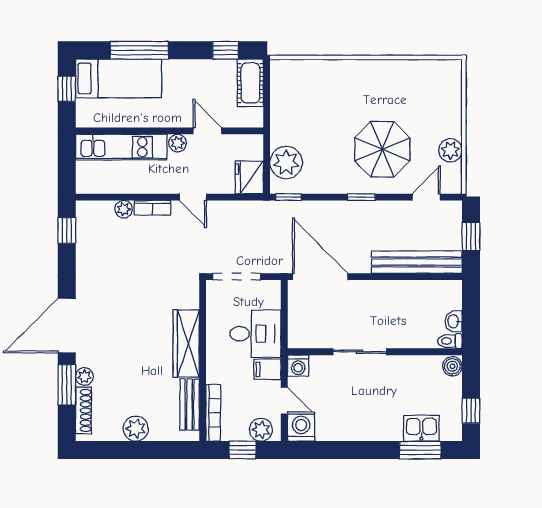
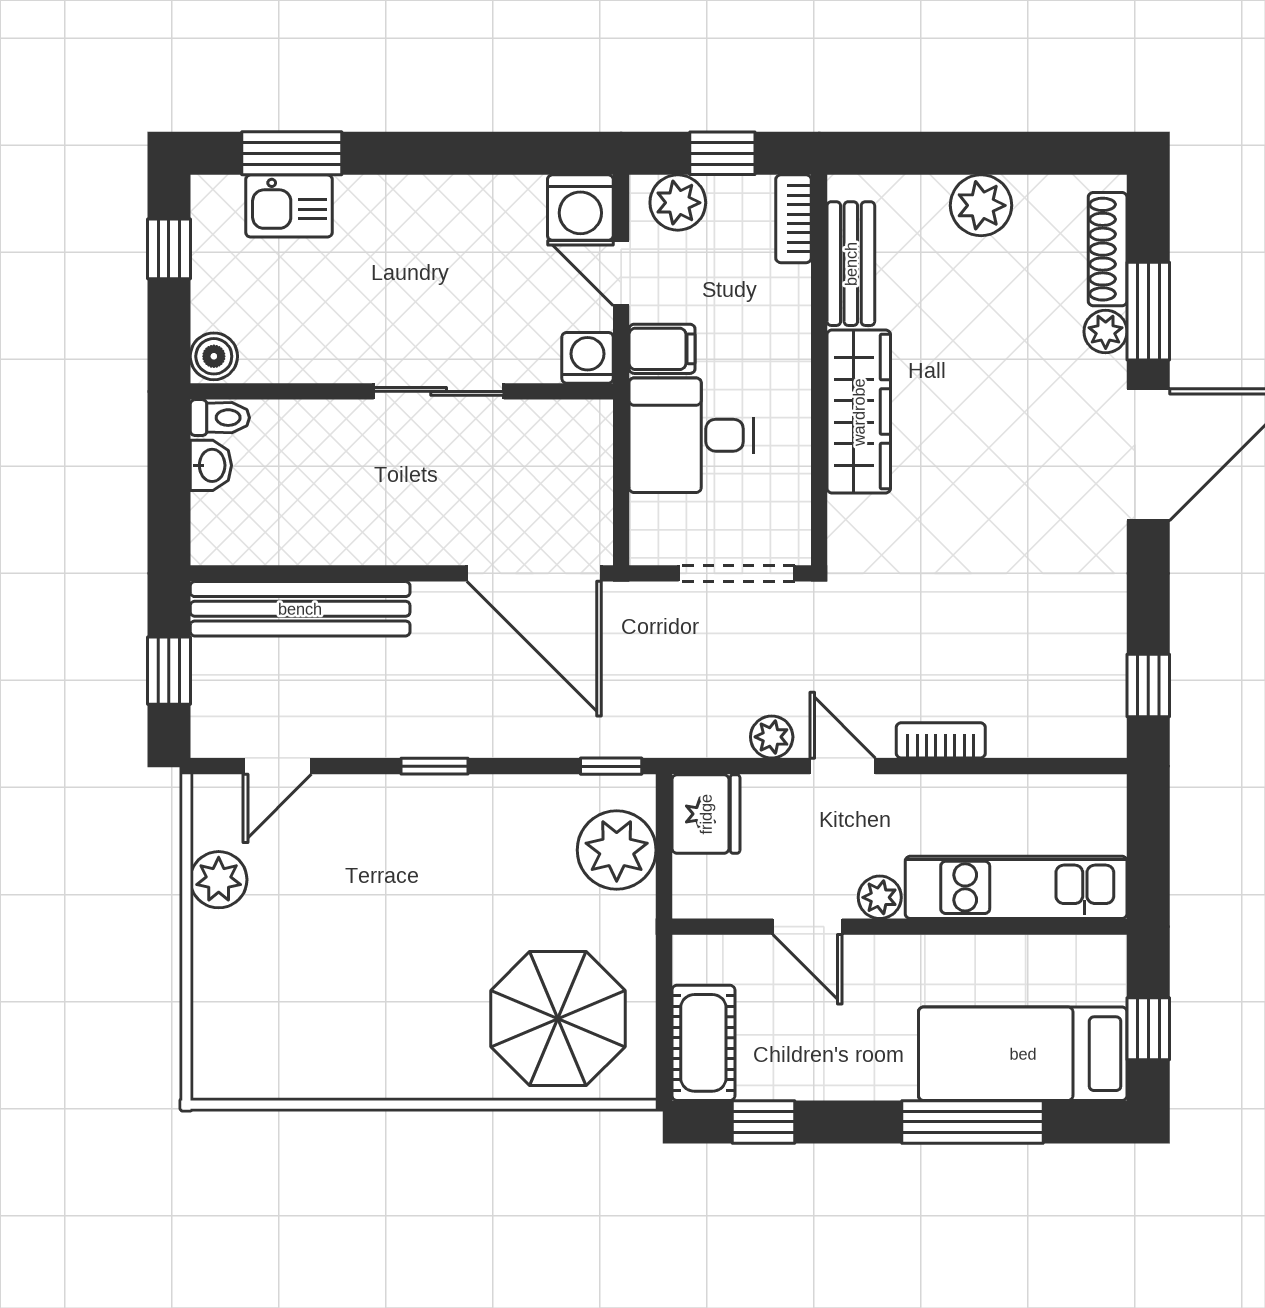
parasol: (382, 149) -> (558, 1019), moved
plant: (124, 209) -> (772, 737), moved
bookcase: (213, 413) -> (794, 219), width x0.64

